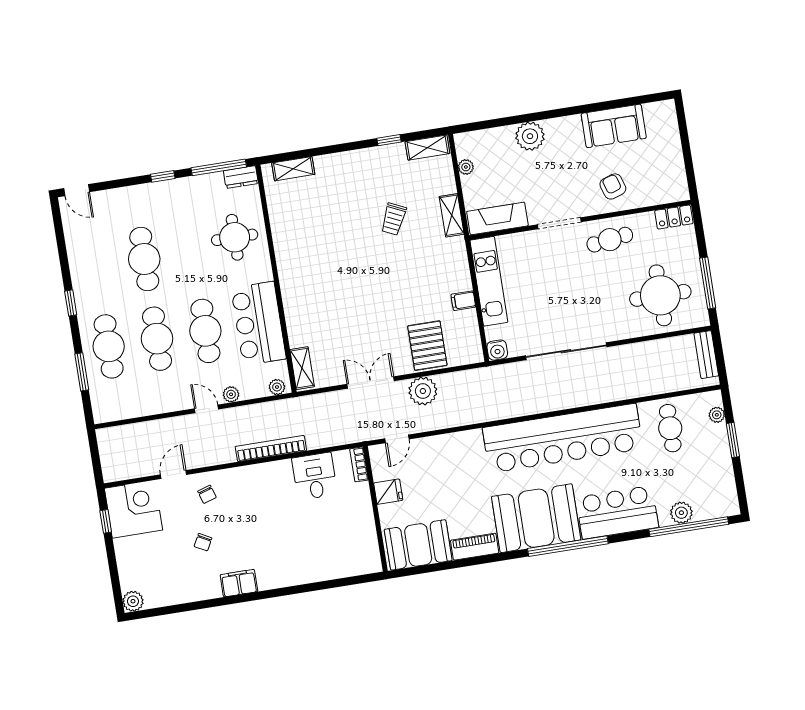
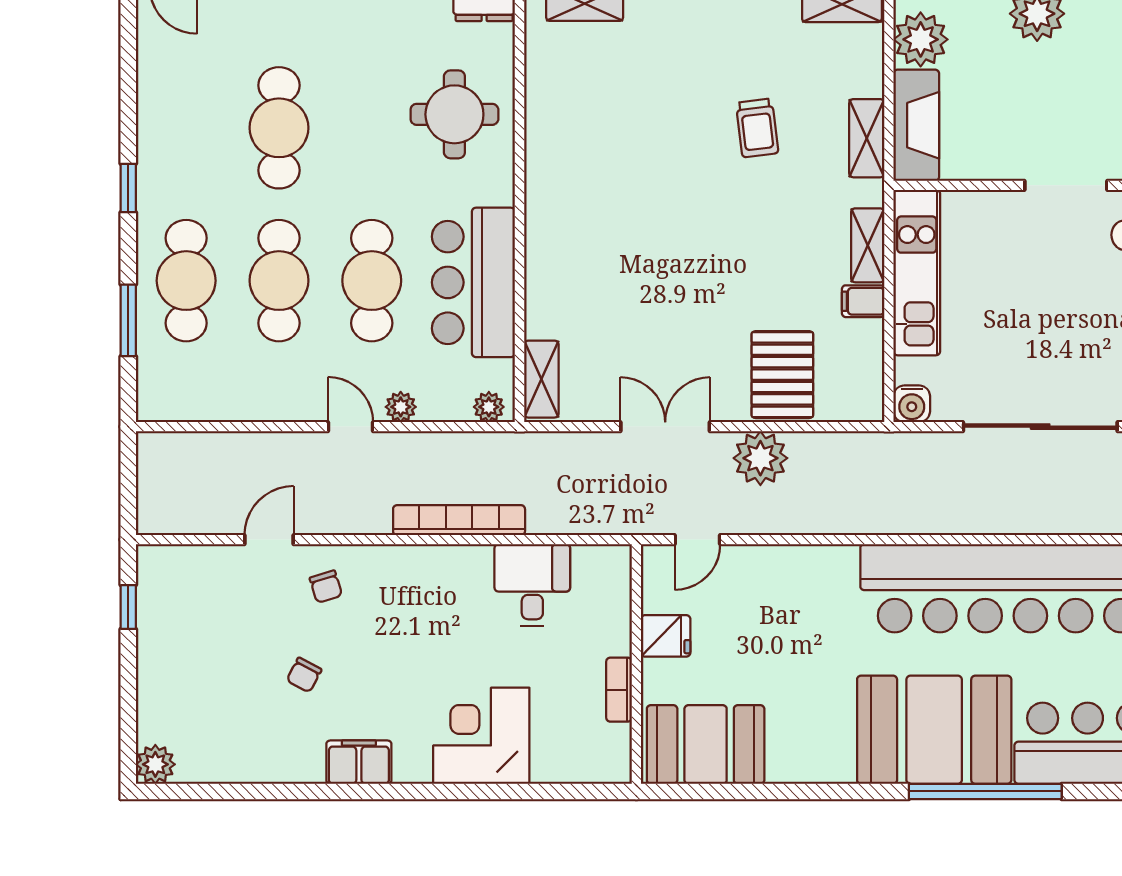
plant: (466, 167) -> (921, 39), width x1.87, depth x1.87
trolley: (394, 219) -> (757, 128), turned -32
fireplace: (497, 219) -> (916, 125), moved, turned 90
shelving: (461, 271) -> (868, 245), added
bookcase: (359, 464) -> (619, 690), moved
corner desk: (133, 509) -> (481, 736), moved, turned -90
piano: (475, 547) -> (811, 765), removed

